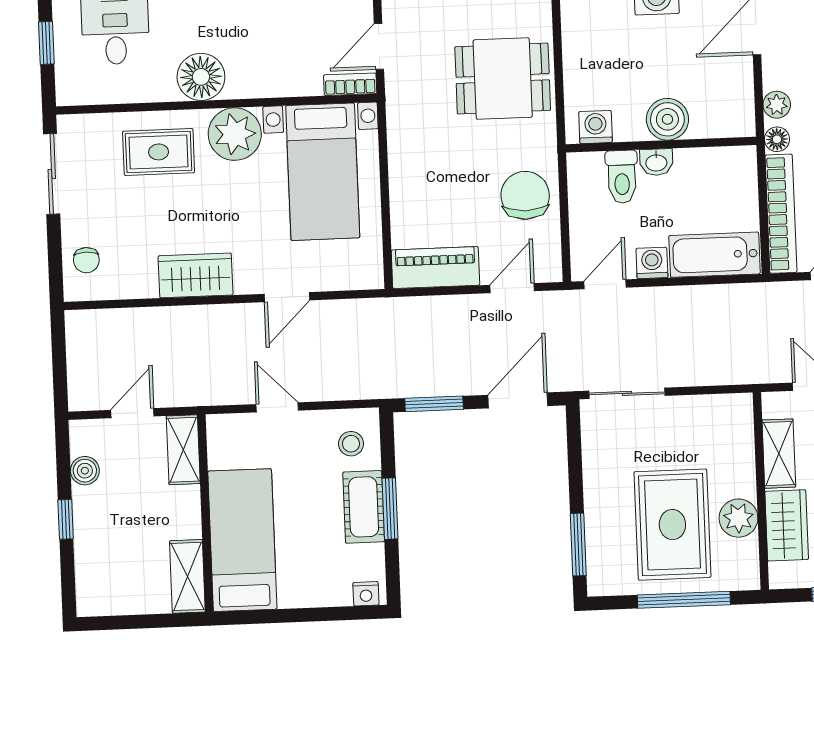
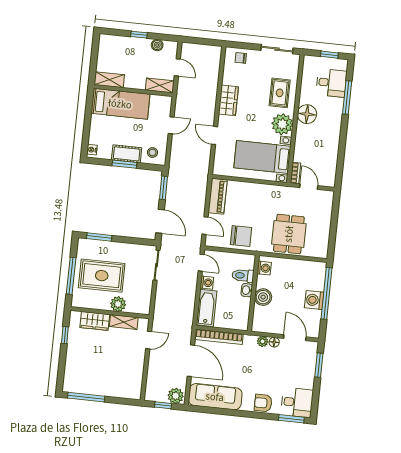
floor lamp: (777, 139) -> (274, 342), moved
plant: (738, 518) -> (118, 304), moved

